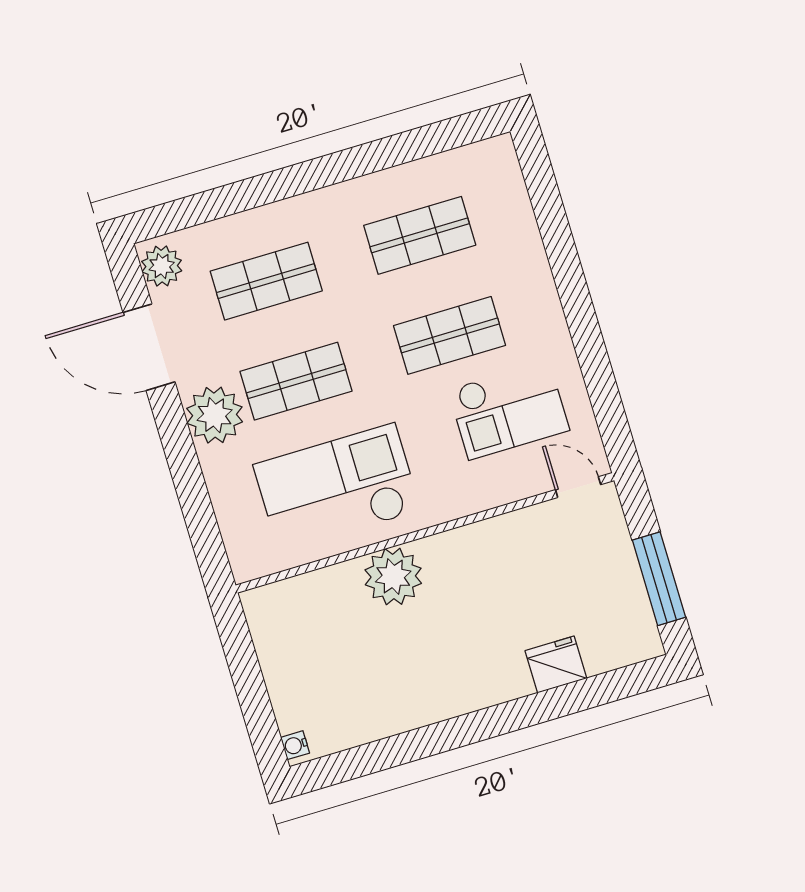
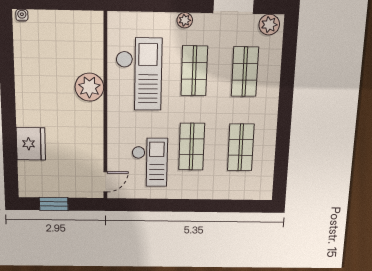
checkout: (509, 410) -> (150, 162), turned 180
plant: (215, 415) -> (185, 20), width x0.53, depth x0.53
window: (659, 579) -> (54, 204), width x0.69
fridge: (556, 665) -> (31, 144), width x1.36, depth x1.34

